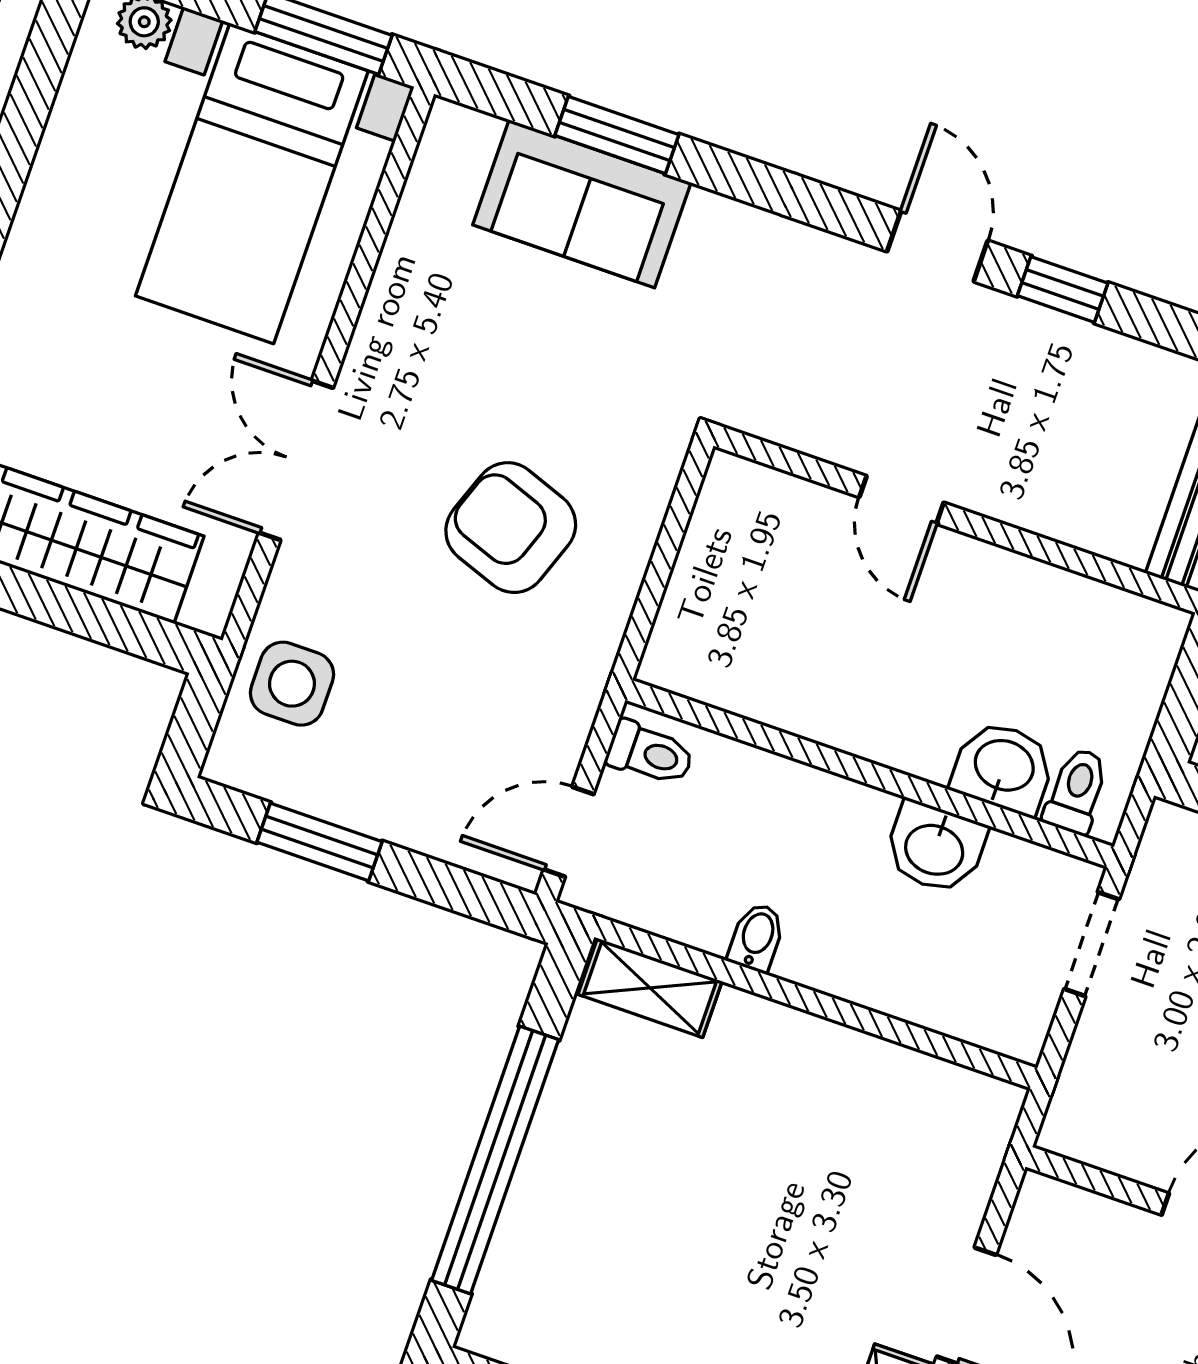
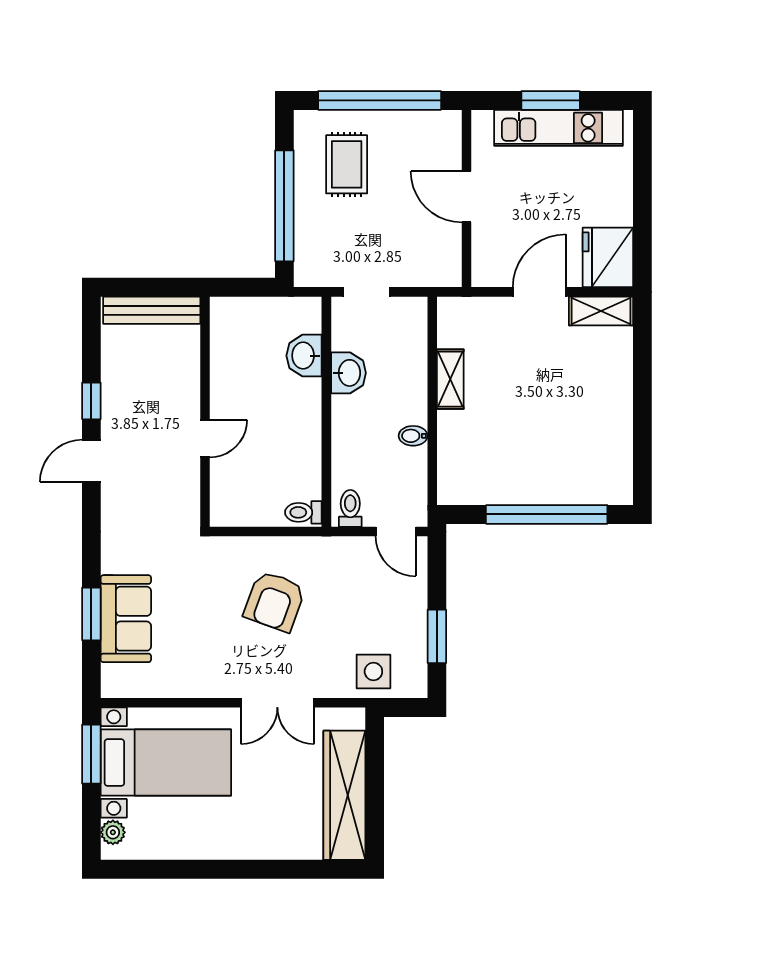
toilet: (1076, 791) -> (303, 512), moved
shelving: (650, 988) -> (450, 379), moved

